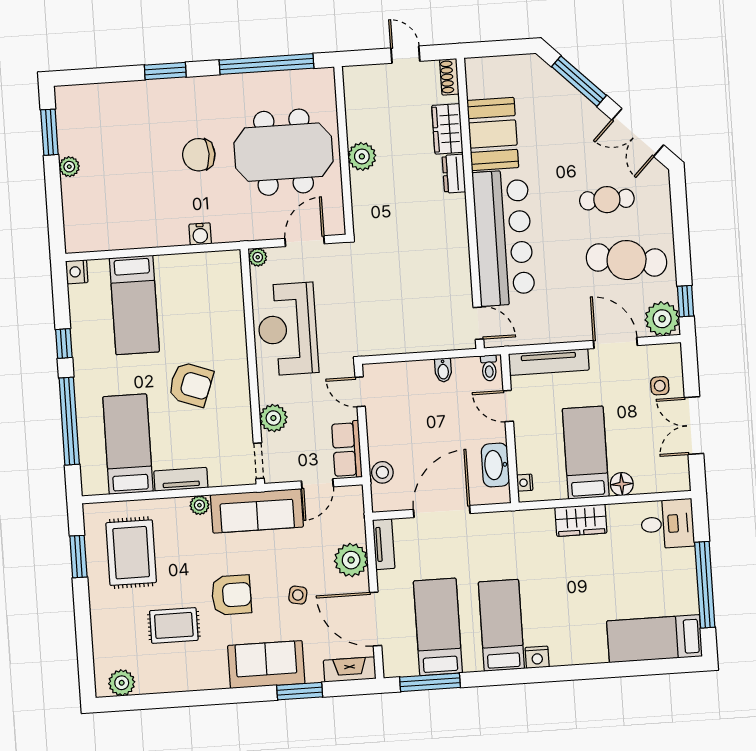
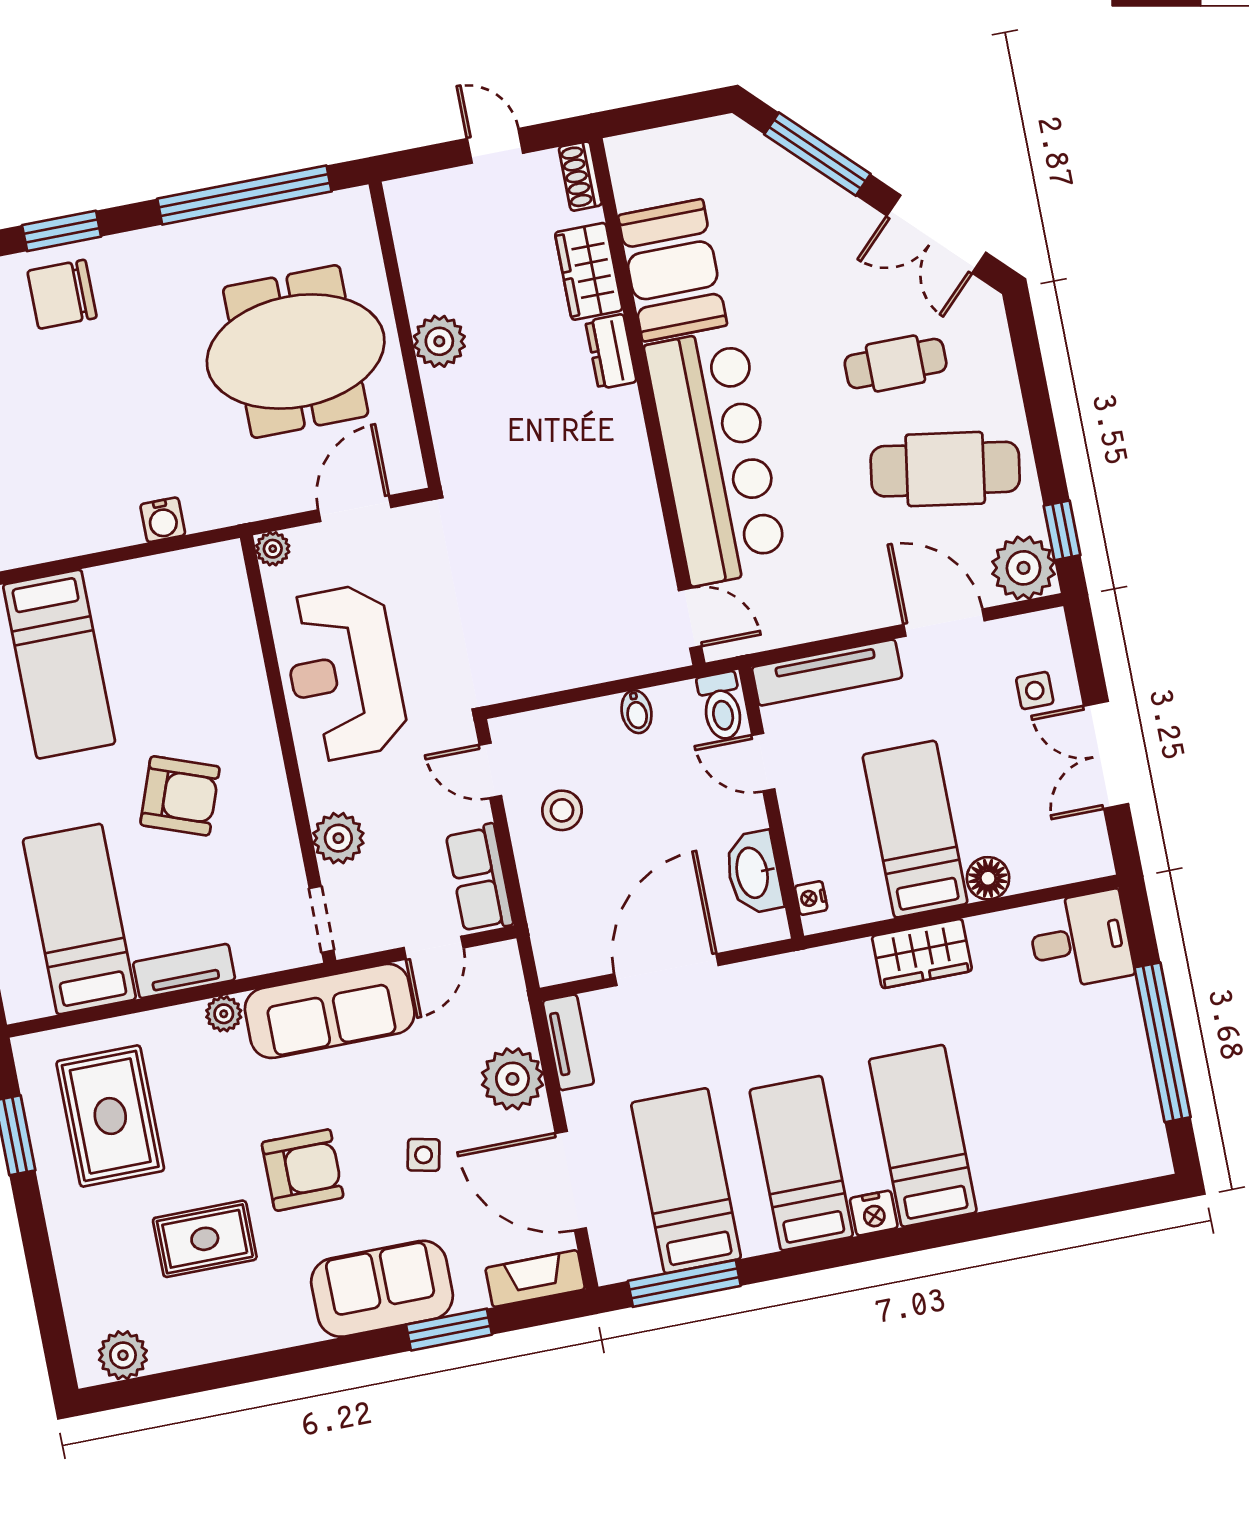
chair: (199, 155) -> (62, 294), moved
toilet: (489, 368) -> (721, 706), width x1.37, depth x1.39
stool: (382, 472) -> (562, 810), moved
bed: (655, 639) -> (923, 1136), moved, turned 90

